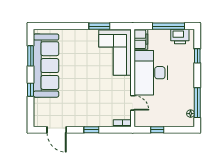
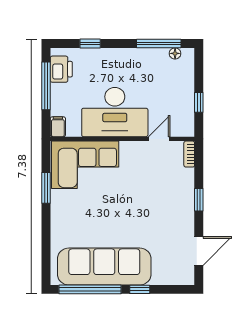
filing cabinet: (141, 39) -> (58, 127), width x0.50
window: (31, 56) -> (90, 289), width x2.11

